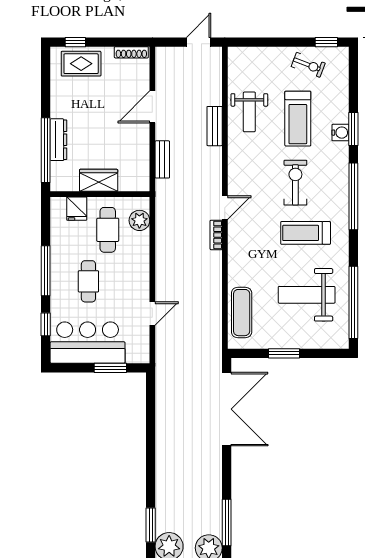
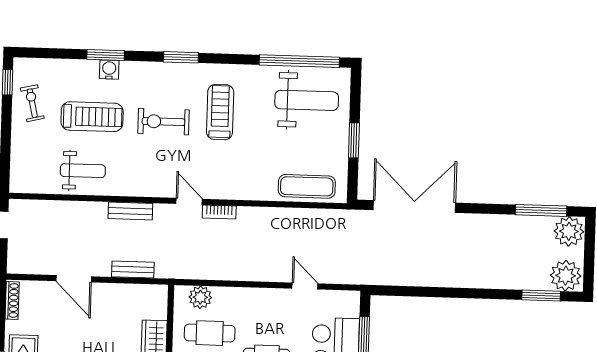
exercise bike: (308, 65) -> (32, 103), turned -34
bench: (215, 126) -> (130, 211), moved
window: (353, 196) -> (181, 57), width x0.47
treadmill: (306, 233) -> (220, 112), turned 180
weight bench: (307, 295) -> (307, 100), moved, turned -90

